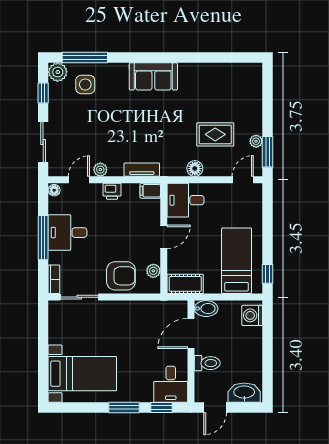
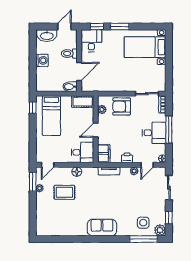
filing cabinet: (150, 191) -> (104, 154), width x2.00
washing machine: (252, 315) -> (42, 60), moved

